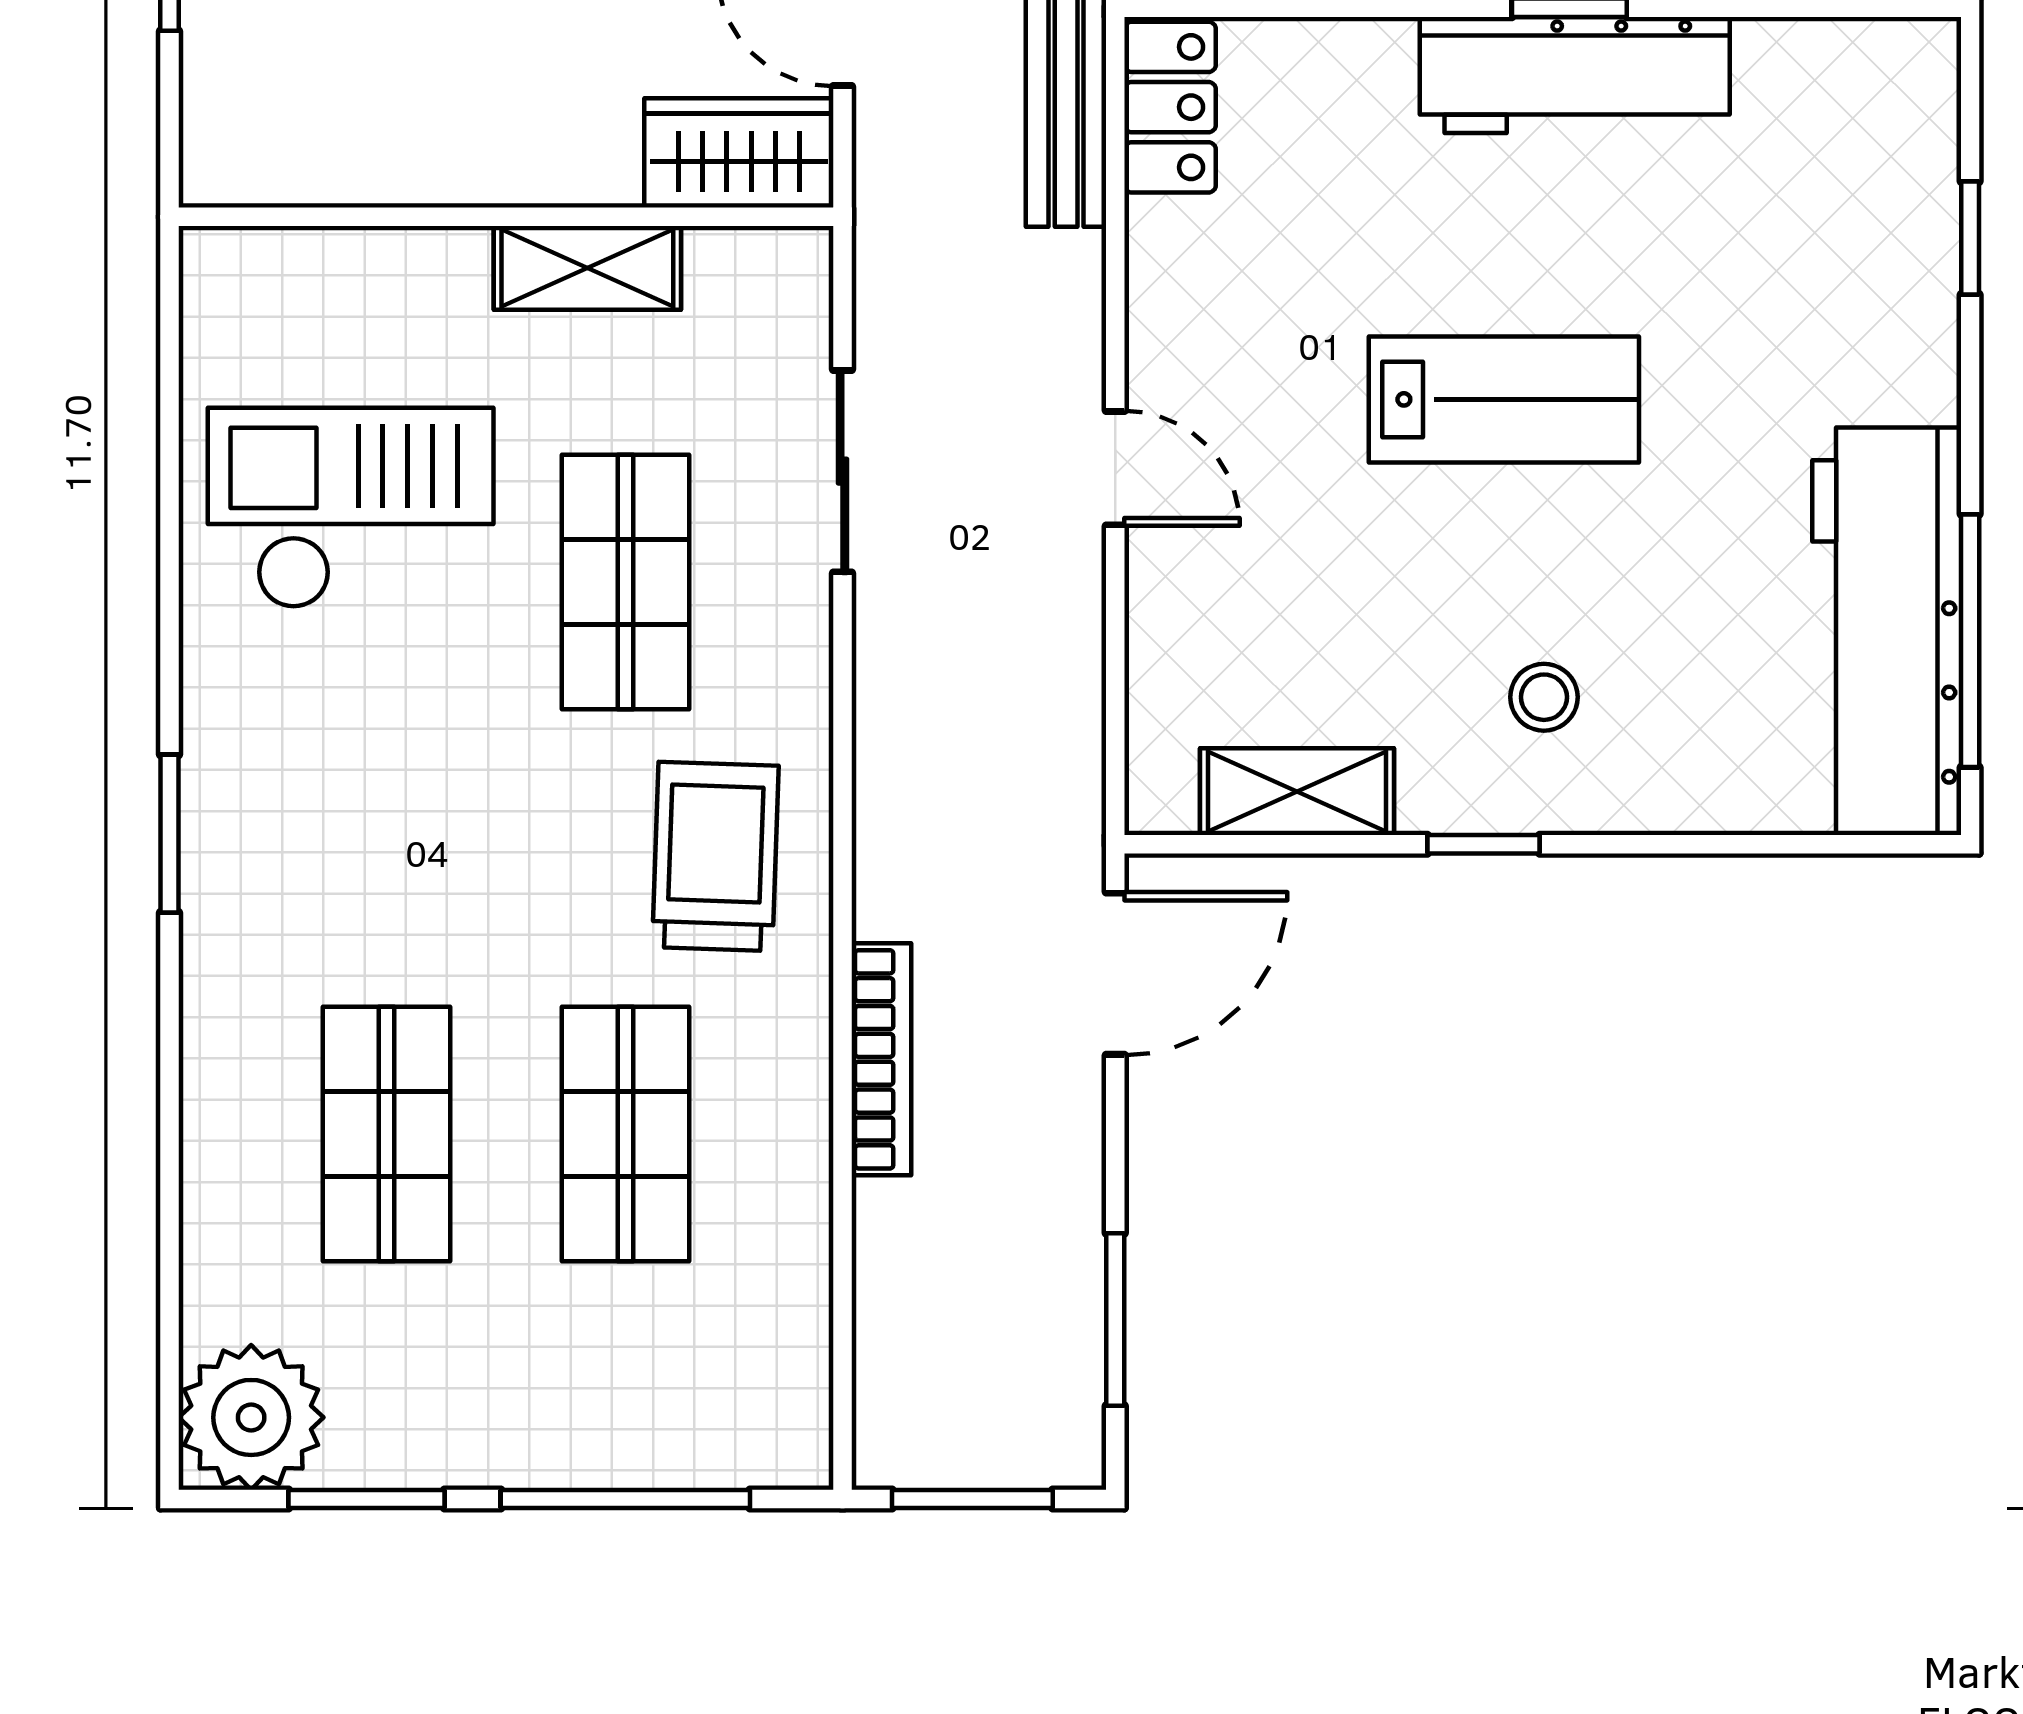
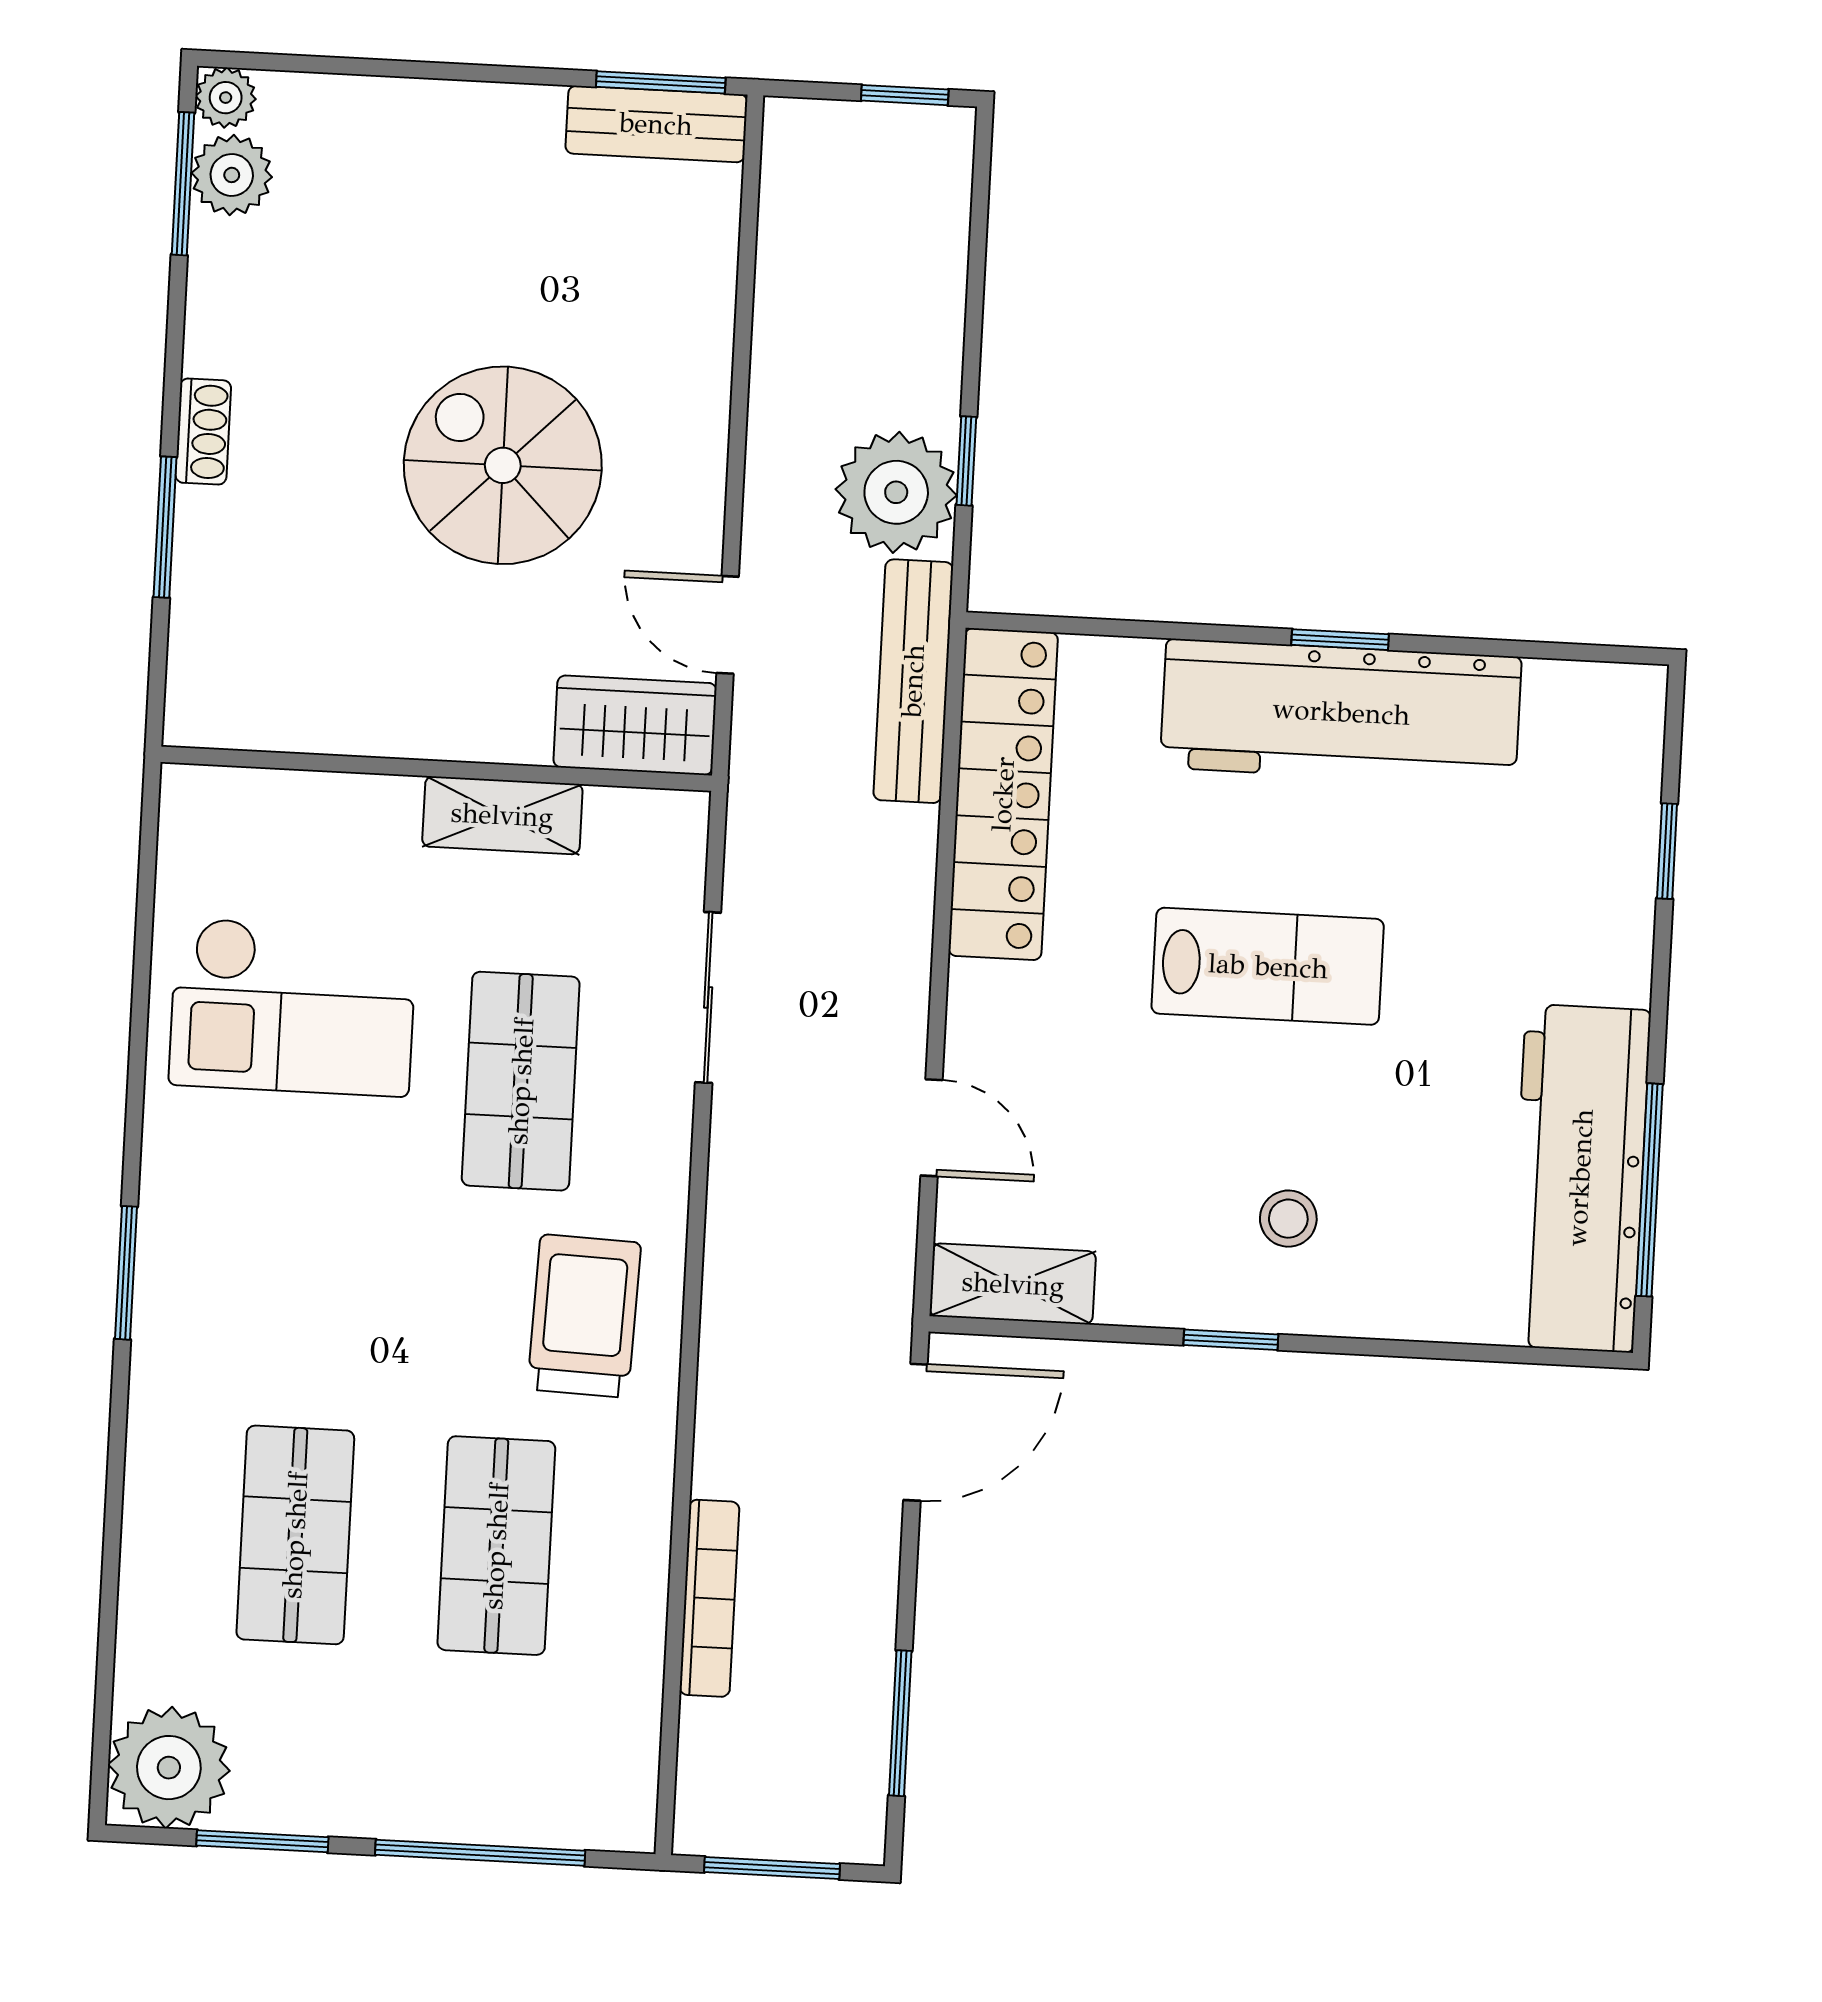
workbench: (1575, 75) -> (1341, 712), width x1.36, depth x1.32
locker: (1170, 107) -> (1003, 794), width x2.16, depth x1.21
door: (1115, 468) -> (931, 1128), moved
checkout: (351, 508) -> (293, 1007), turned 180
shelving: (1297, 792) -> (1013, 1284), moved
bookcase: (881, 1059) -> (709, 1598), moved

